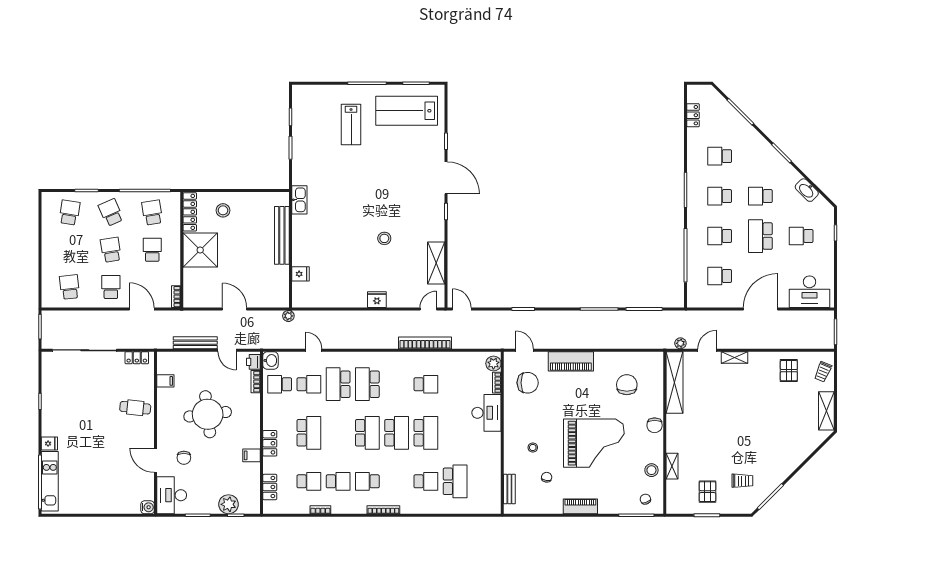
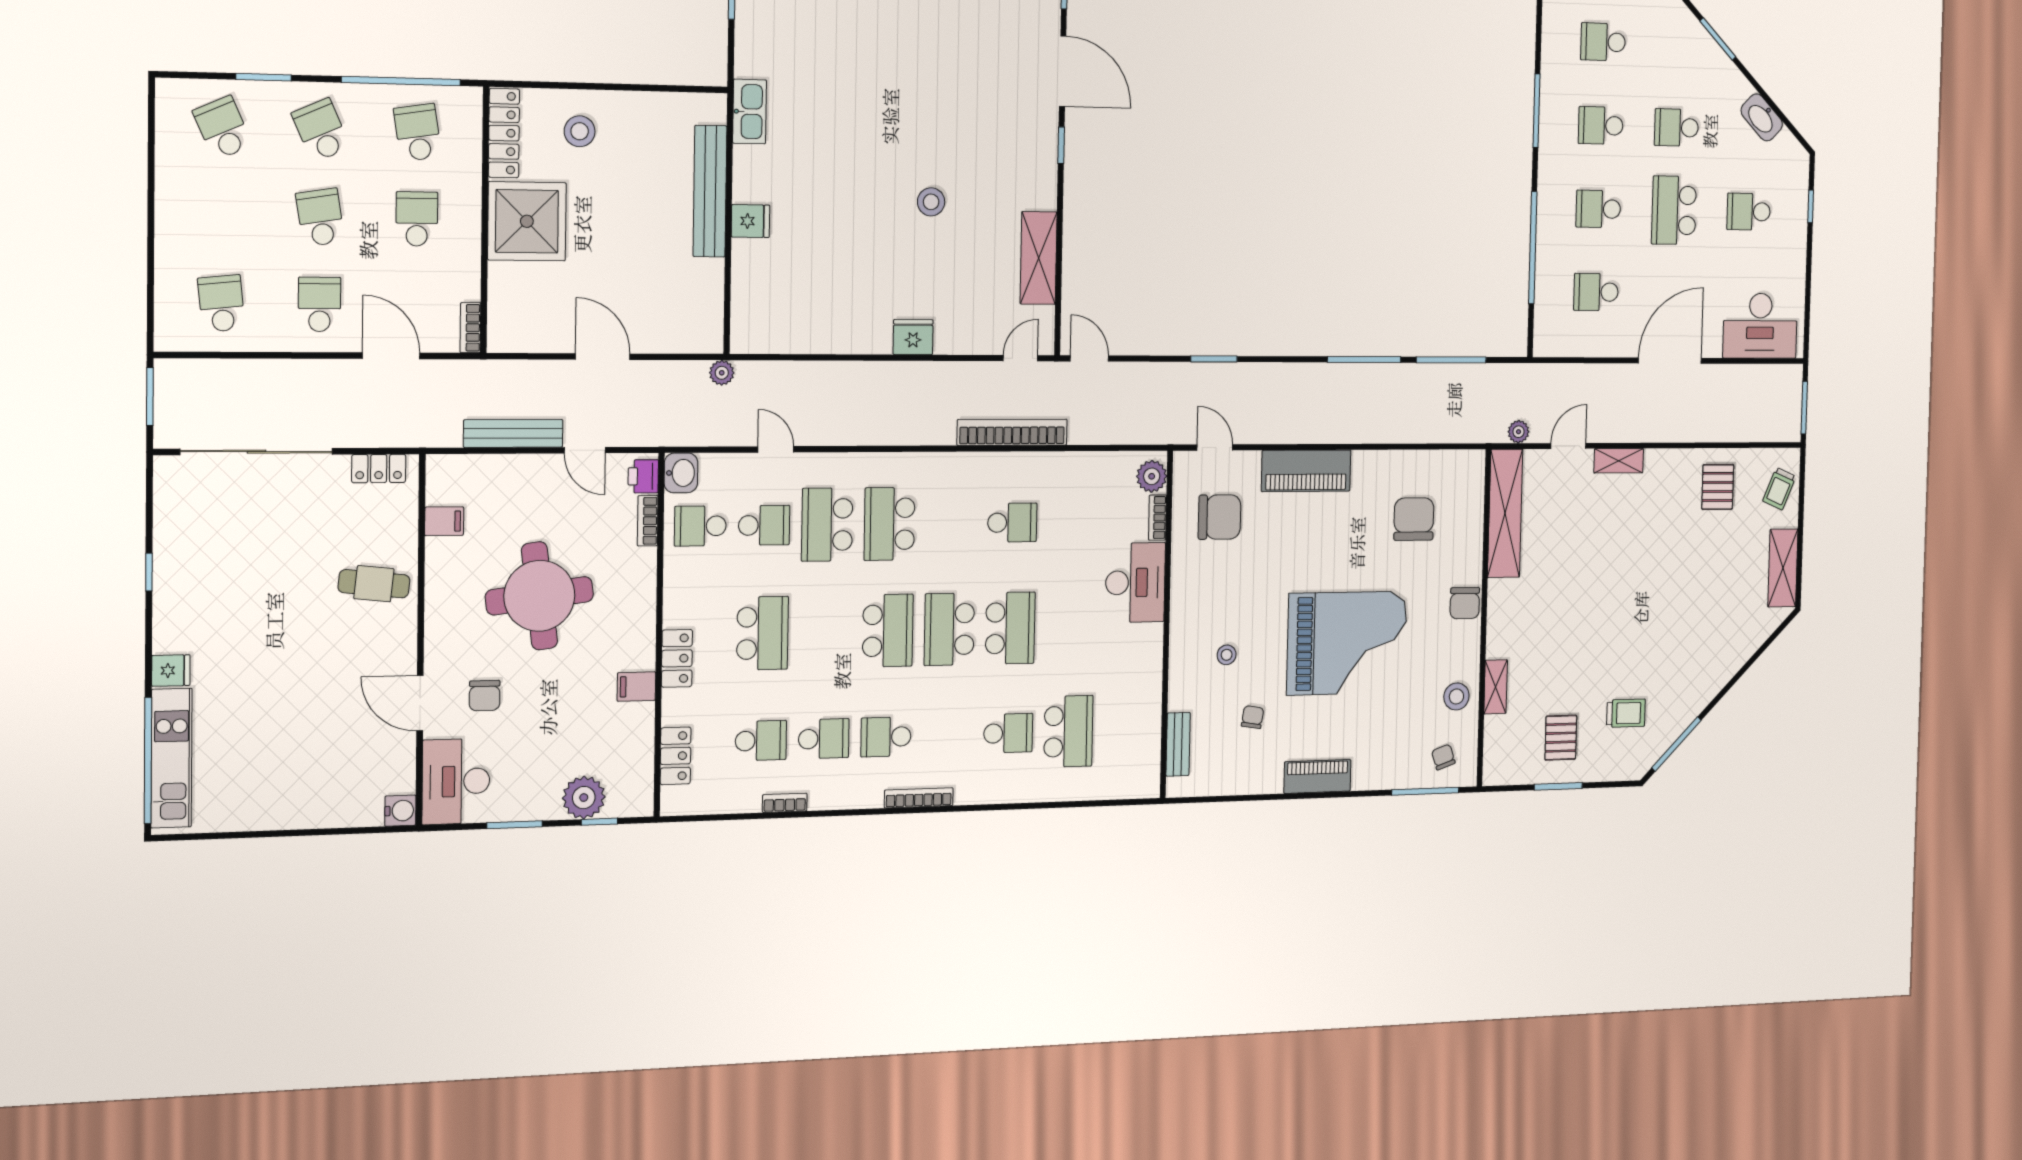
school desk: (70, 213) -> (223, 128), turned -33
fridge: (301, 274) -> (750, 221), moved
school desk: (397, 433) -> (949, 629), turned 180

